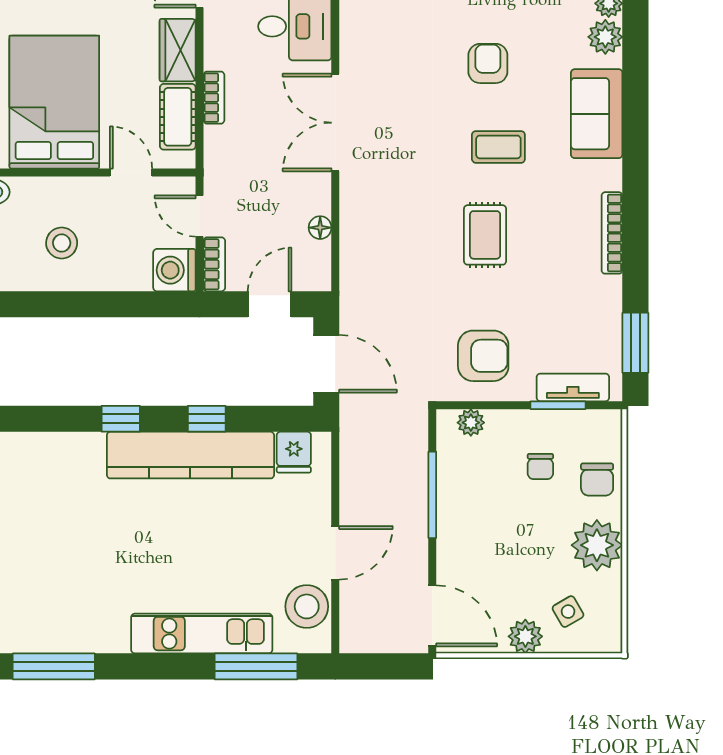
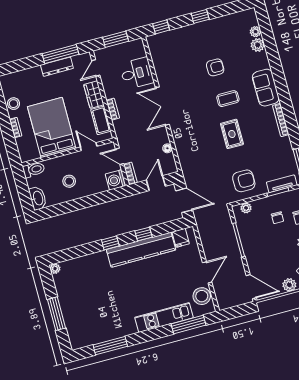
armchair: (488, 63) -> (215, 67), turned 90
sofa: (597, 114) -> (266, 88), moved

